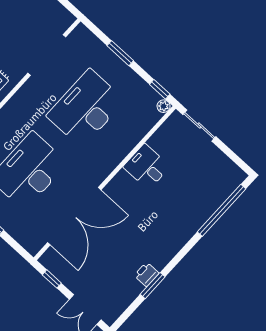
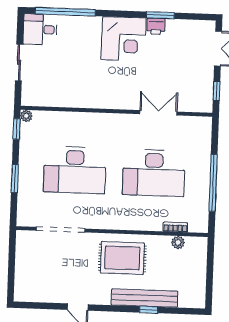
sliding door: (199, 126) -> (19, 62), moved
desk: (147, 167) -> (40, 29), moved, turned 90
double door: (74, 216) -> (158, 113), width x0.54
corner desk: (159, 239) -> (124, 39), added

